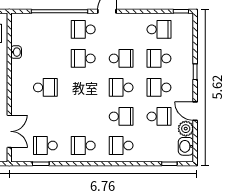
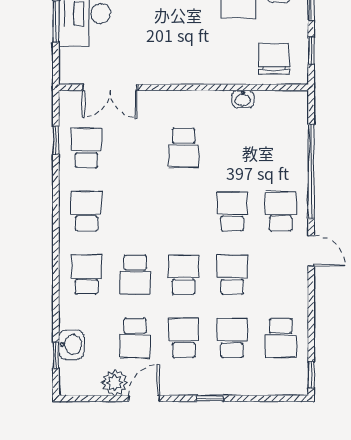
school desk: (121, 58) -> (232, 275), turned 180
washbasin: (186, 146) -> (71, 345), moved, turned 90

